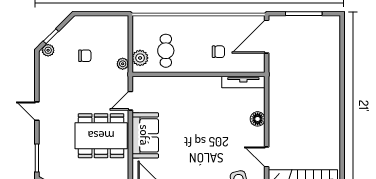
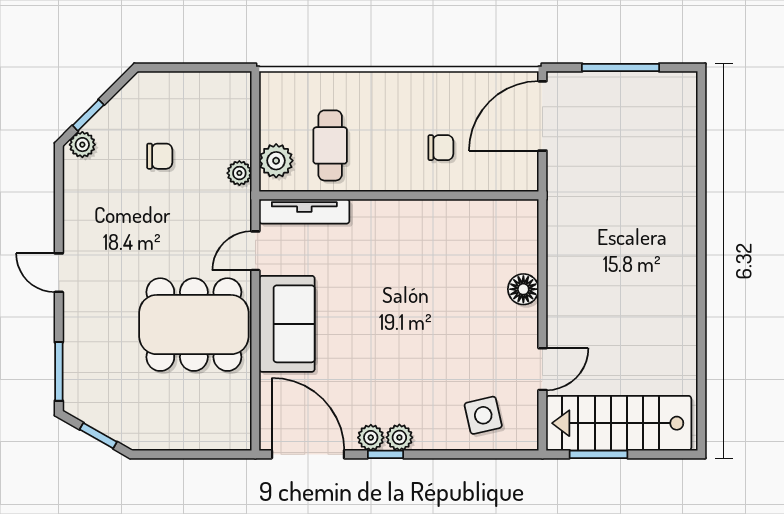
tv unit: (243, 82) -> (304, 211), moved
door: (267, 157) -> (542, 369), swing flipped

